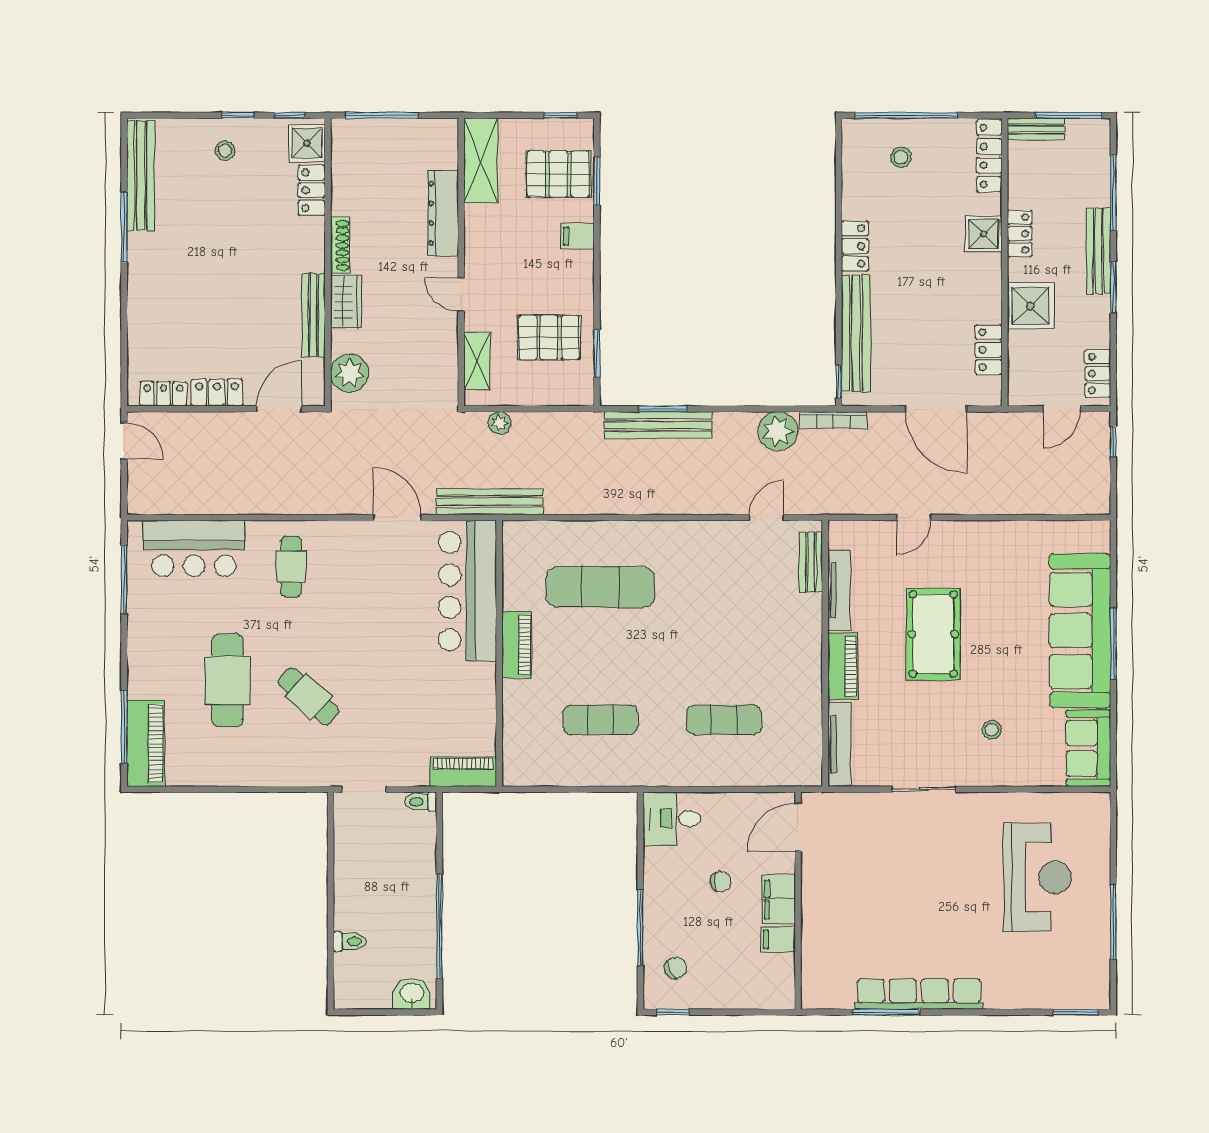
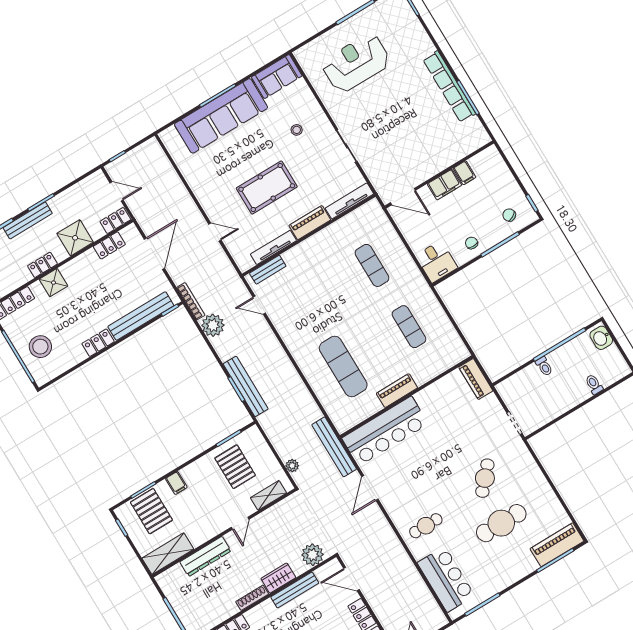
stool: (901, 157) -> (40, 347), width x1.89, depth x1.89
locker: (1098, 373) -> (115, 220), moved, turned 180
toilet: (421, 802) -> (544, 366), moved
chair: (720, 882) -> (472, 243), moved

